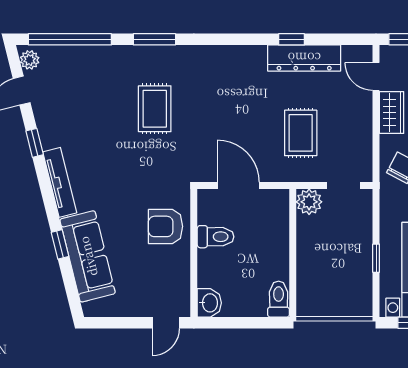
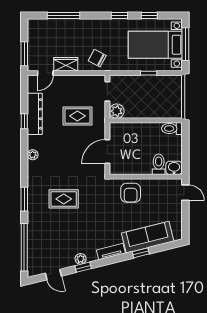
plant: (232, 54) -> (33, 155), added
plant: (30, 60) -> (81, 259), moved
tv unit: (60, 182) -> (111, 252), width x0.71
toilet: (216, 237) -> (159, 164), moved

